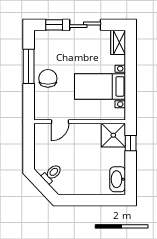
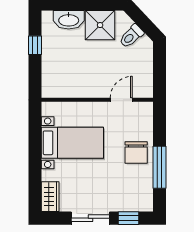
shower: (113, 135) -> (100, 25), moved
window: (131, 143) -> (35, 45), moved
washbasin: (118, 179) -> (69, 20), moved, turned 90

